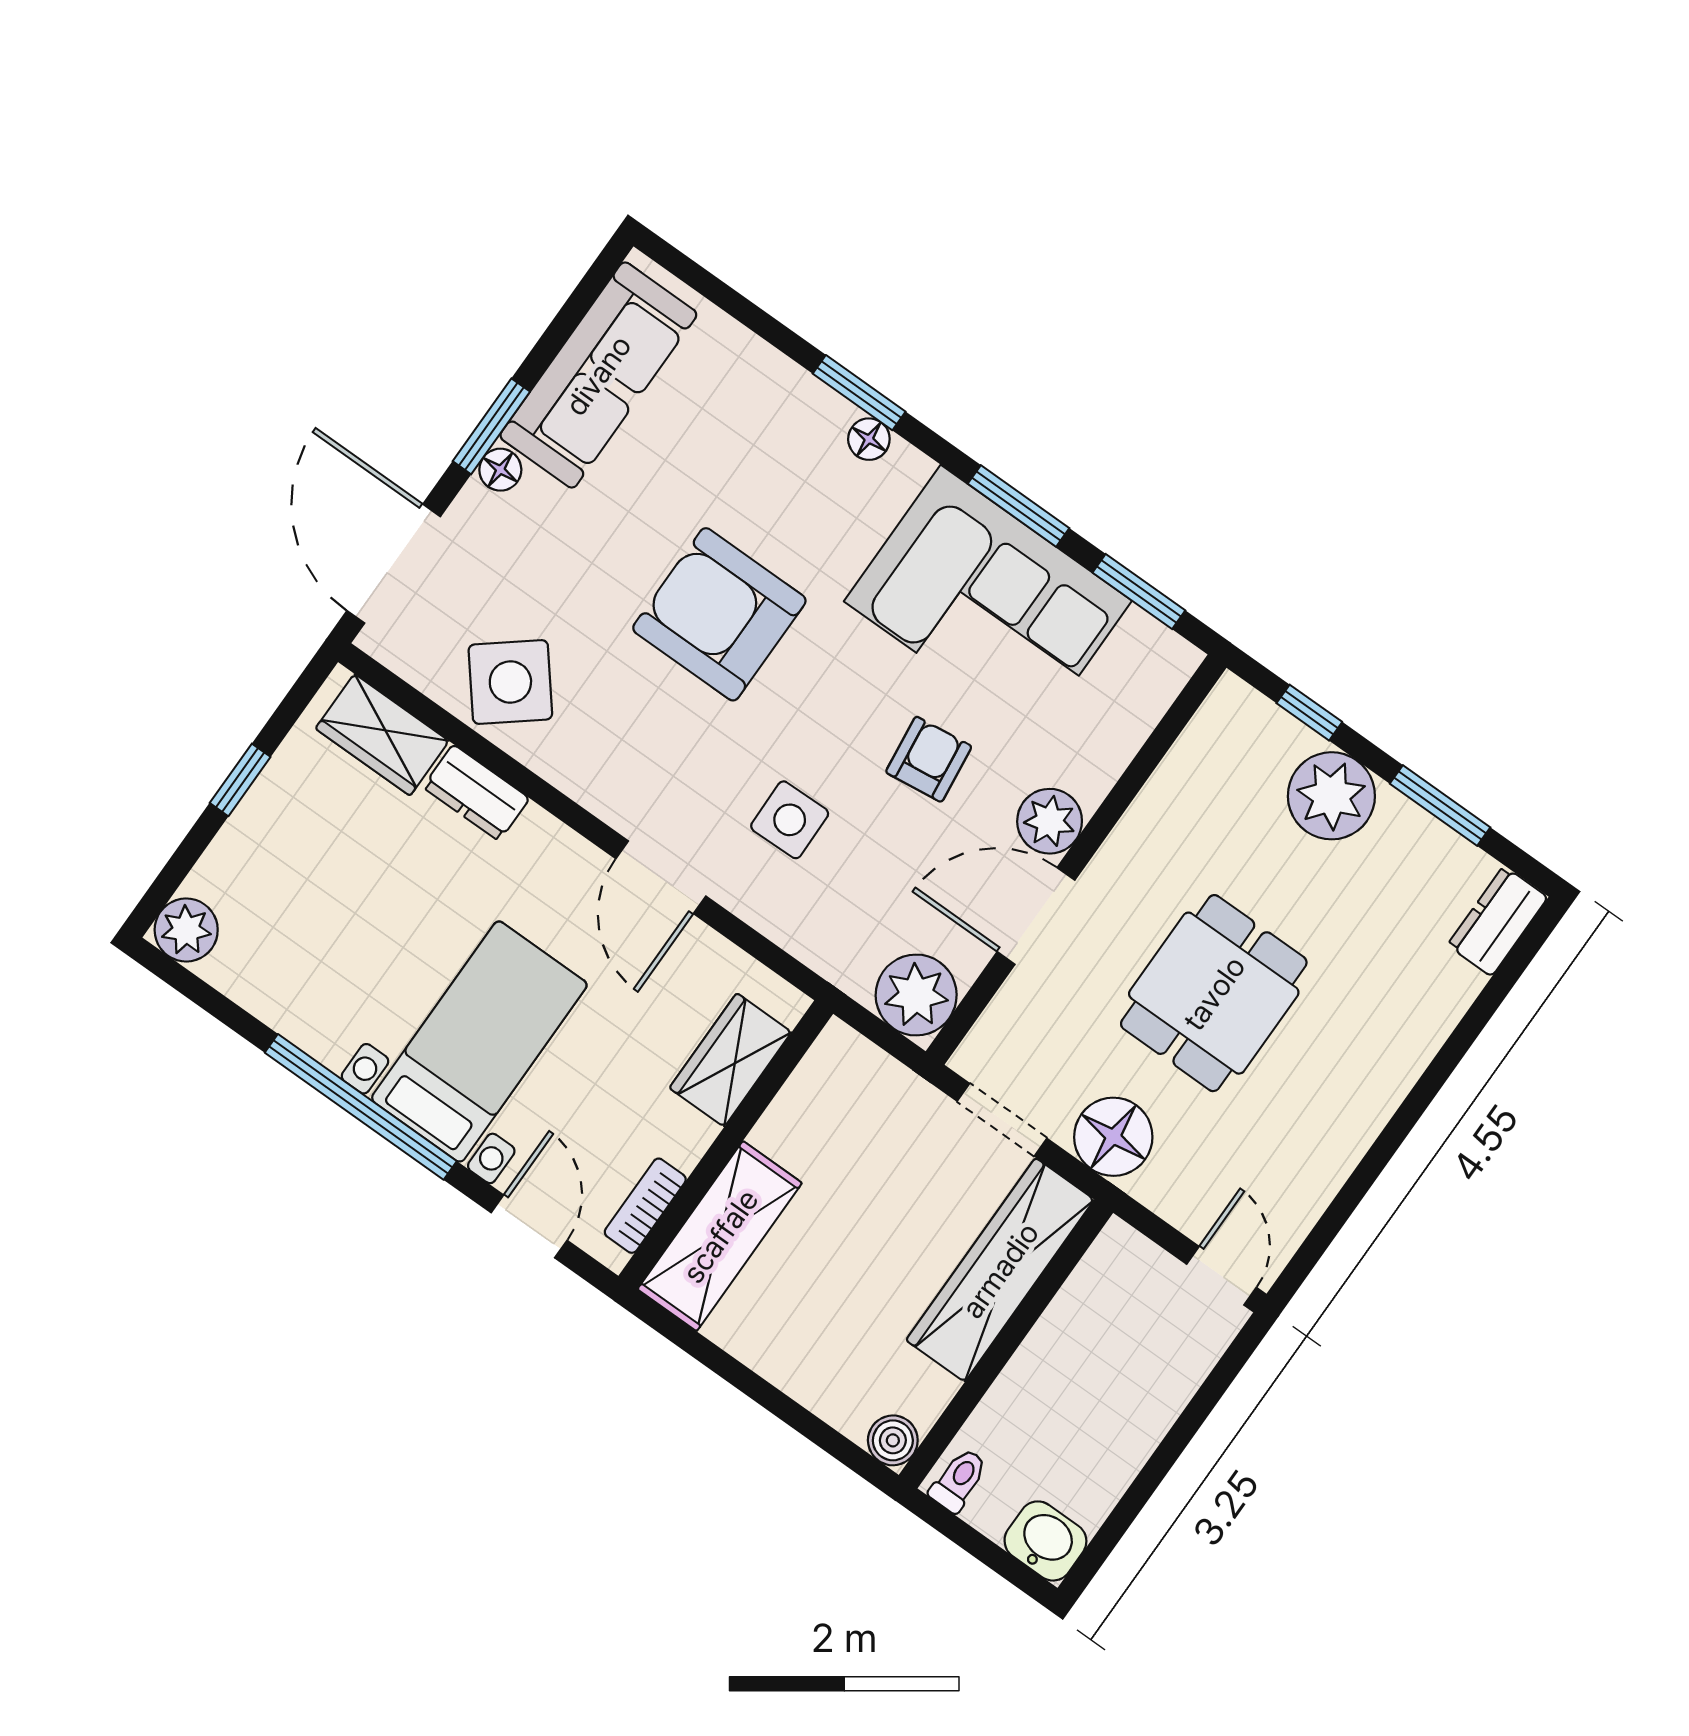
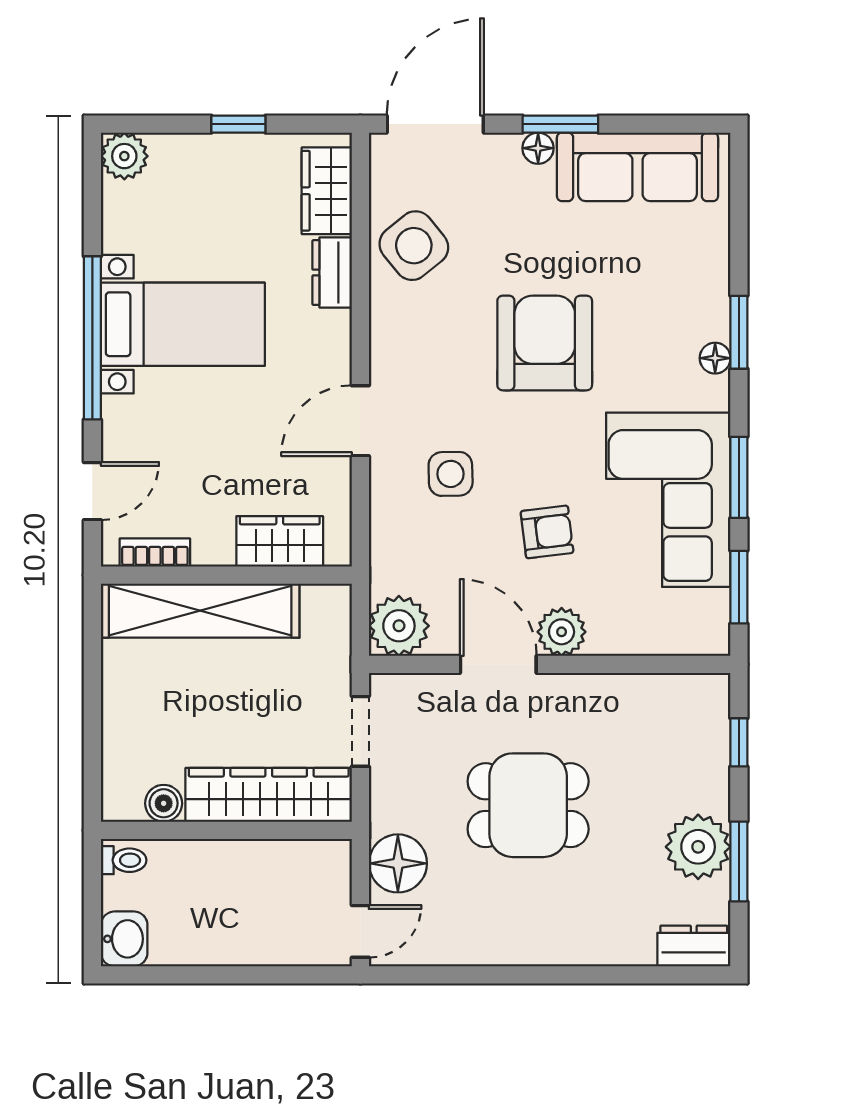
plant: (1331, 796) -> (698, 847), moved
bed with nightstands: (479, 1042) -> (183, 324), moved
floor lamp: (1113, 1137) -> (398, 863), moved
shelving: (720, 1236) -> (200, 611), width x1.47
boiler: (893, 1440) -> (164, 803), moved

